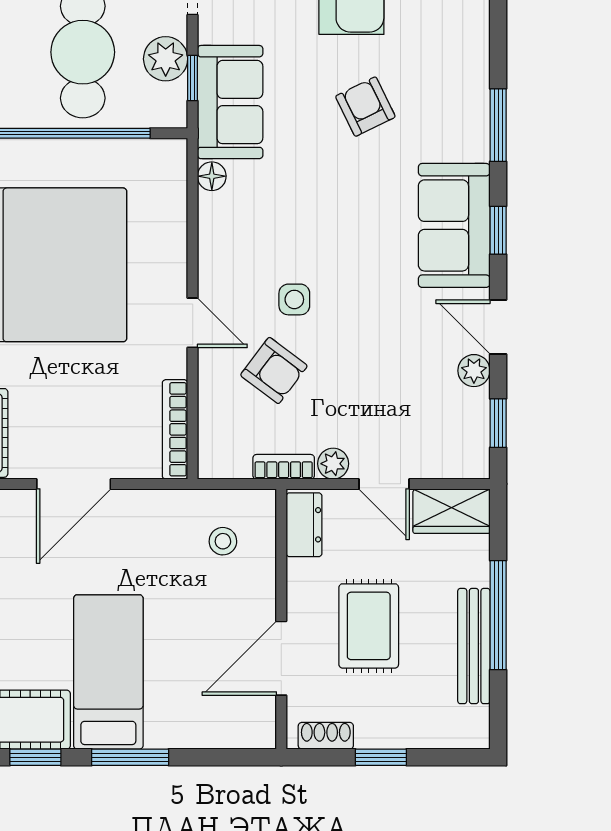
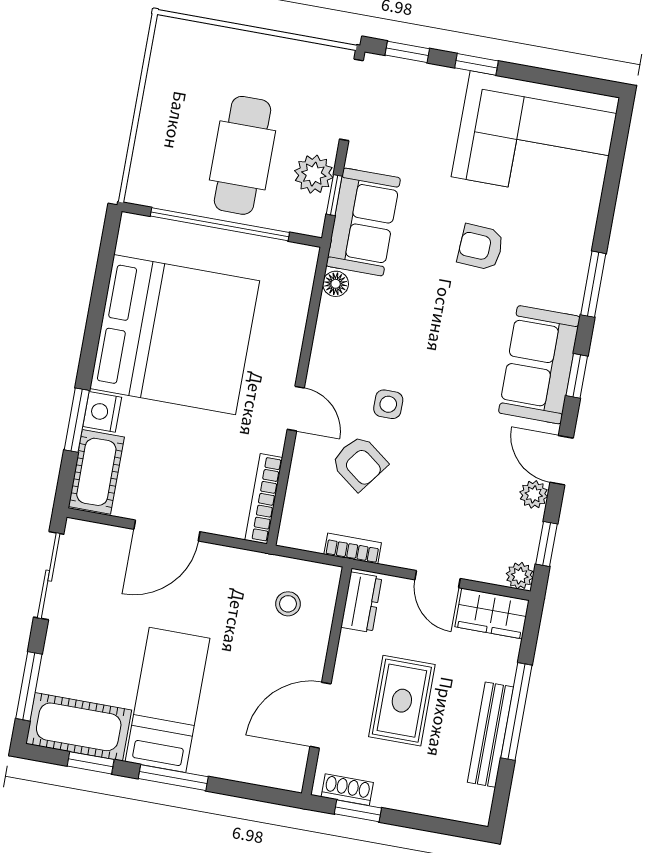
armchair: (365, 107) -> (481, 247), turned -61
plant: (333, 464) -> (520, 576), moved
window: (381, 757) -> (358, 811), moved

